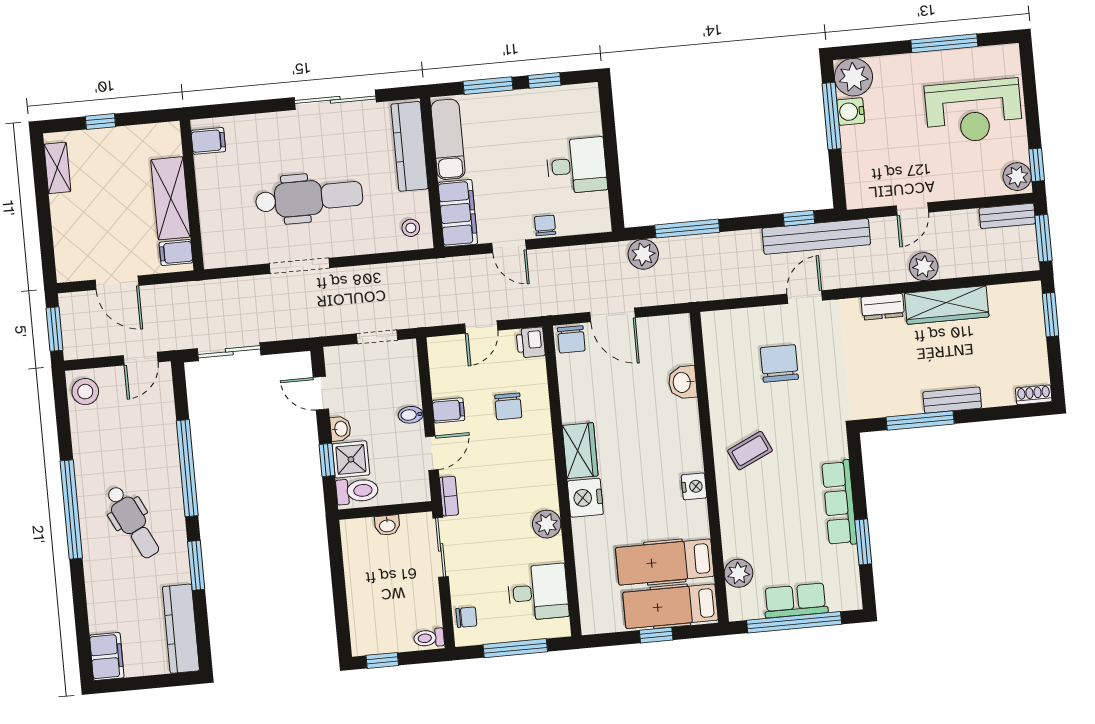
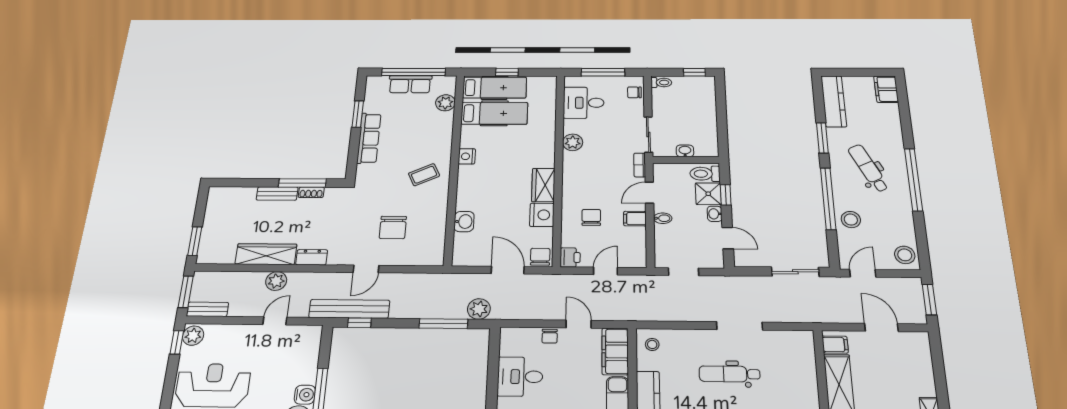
dental chair: (309, 198) -> (730, 374), width x0.73, depth x0.72
shoe rack: (1034, 395) -> (311, 192), moved
stool: (156, 438) -> (851, 220), added
nightstand: (585, 498) -> (542, 215), moved

